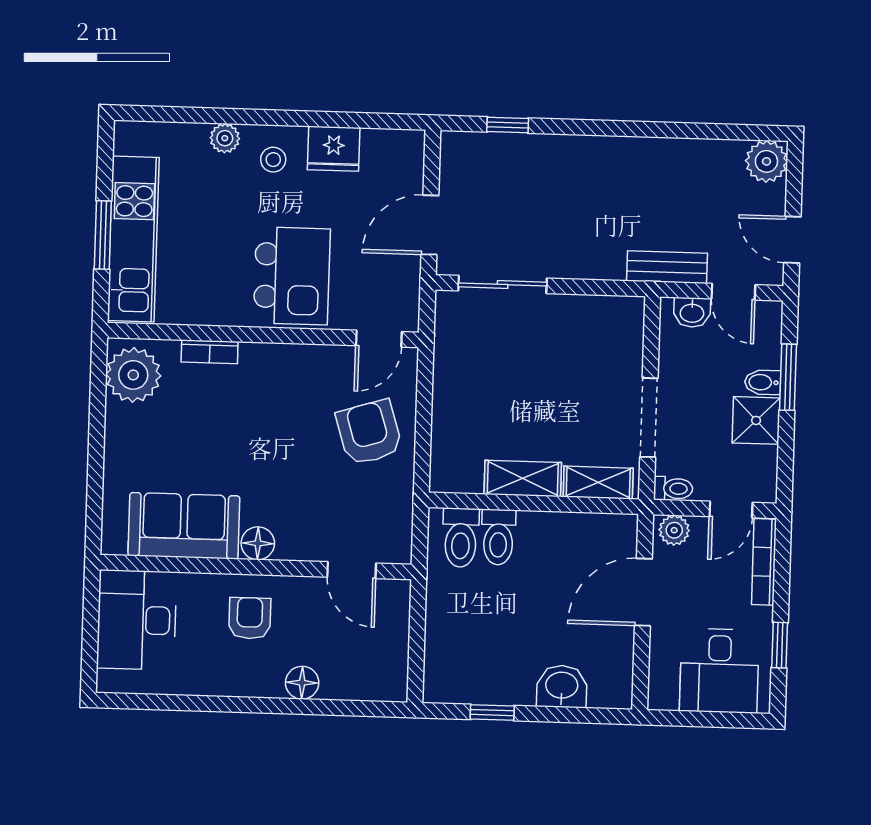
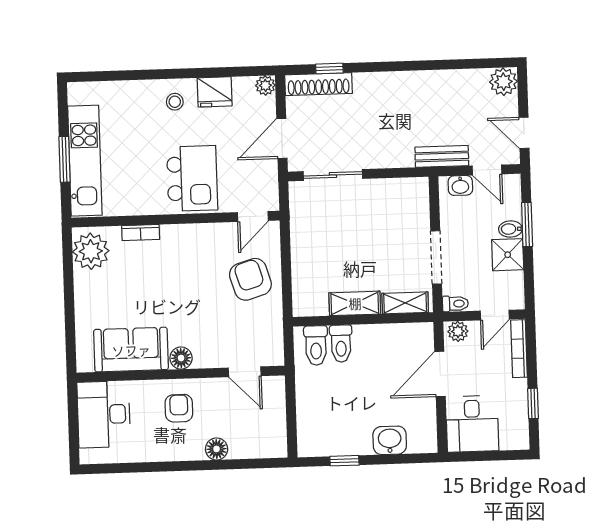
plant: (225, 138) -> (265, 85), moved
shoe rack: (490, 147) -> (319, 84), added
desk: (719, 671) -> (472, 424), moved

